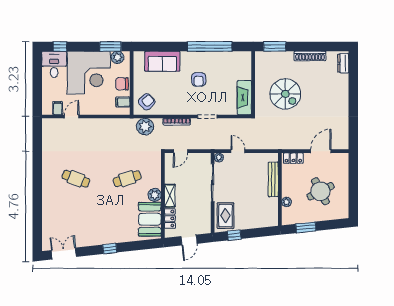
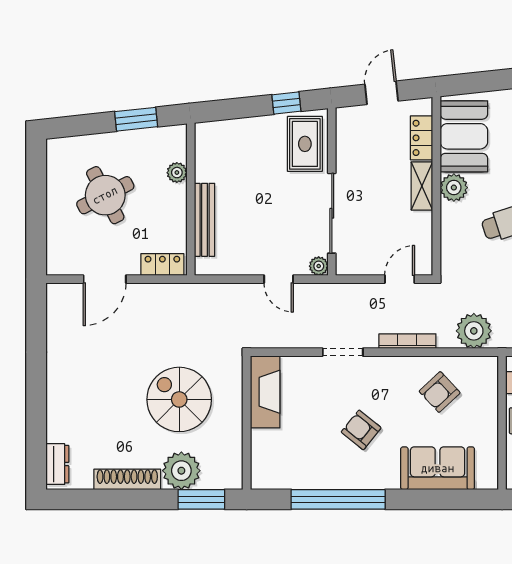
plant: (284, 60) -> (181, 471), added
armchair: (199, 79) -> (361, 430), turned -51
armchair: (147, 102) -> (440, 392), moved

